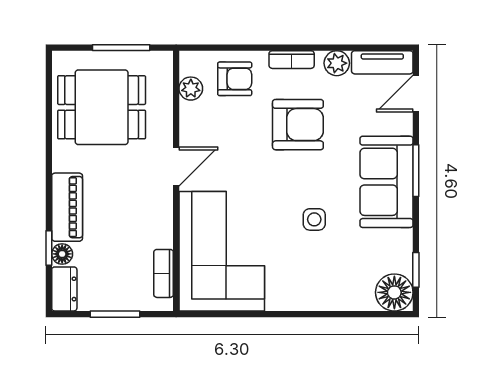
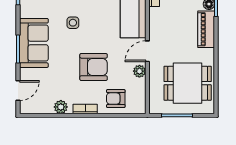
tv unit: (382, 62) -> (36, 107), removed
plant: (191, 89) -> (139, 71), moved
armchair: (298, 125) -> (94, 67), moved, turned 180

